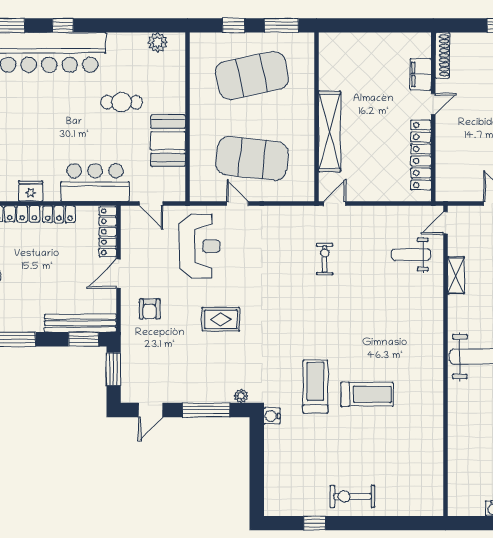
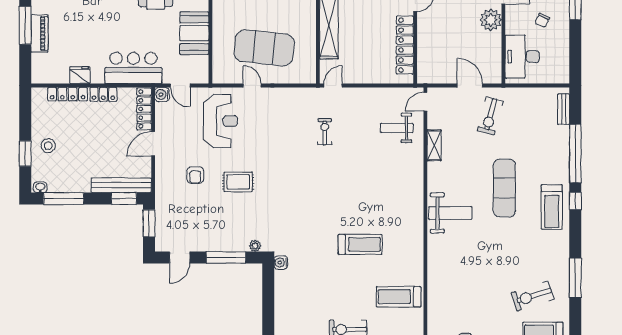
water cooler: (129, 214) -> (162, 95), added
armchair: (150, 309) -> (195, 175), moved
treadmill: (315, 387) -> (399, 297), moved, turned -90

